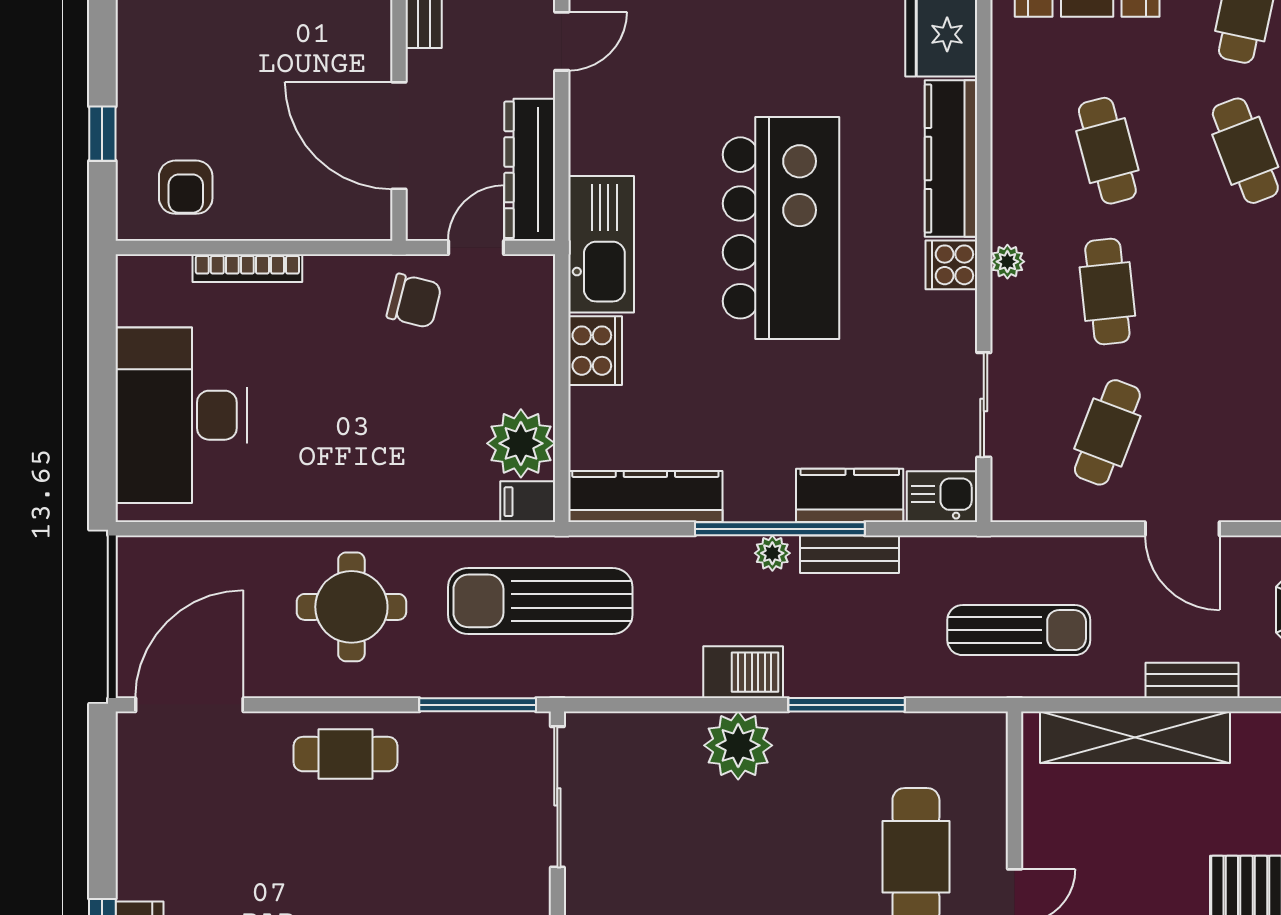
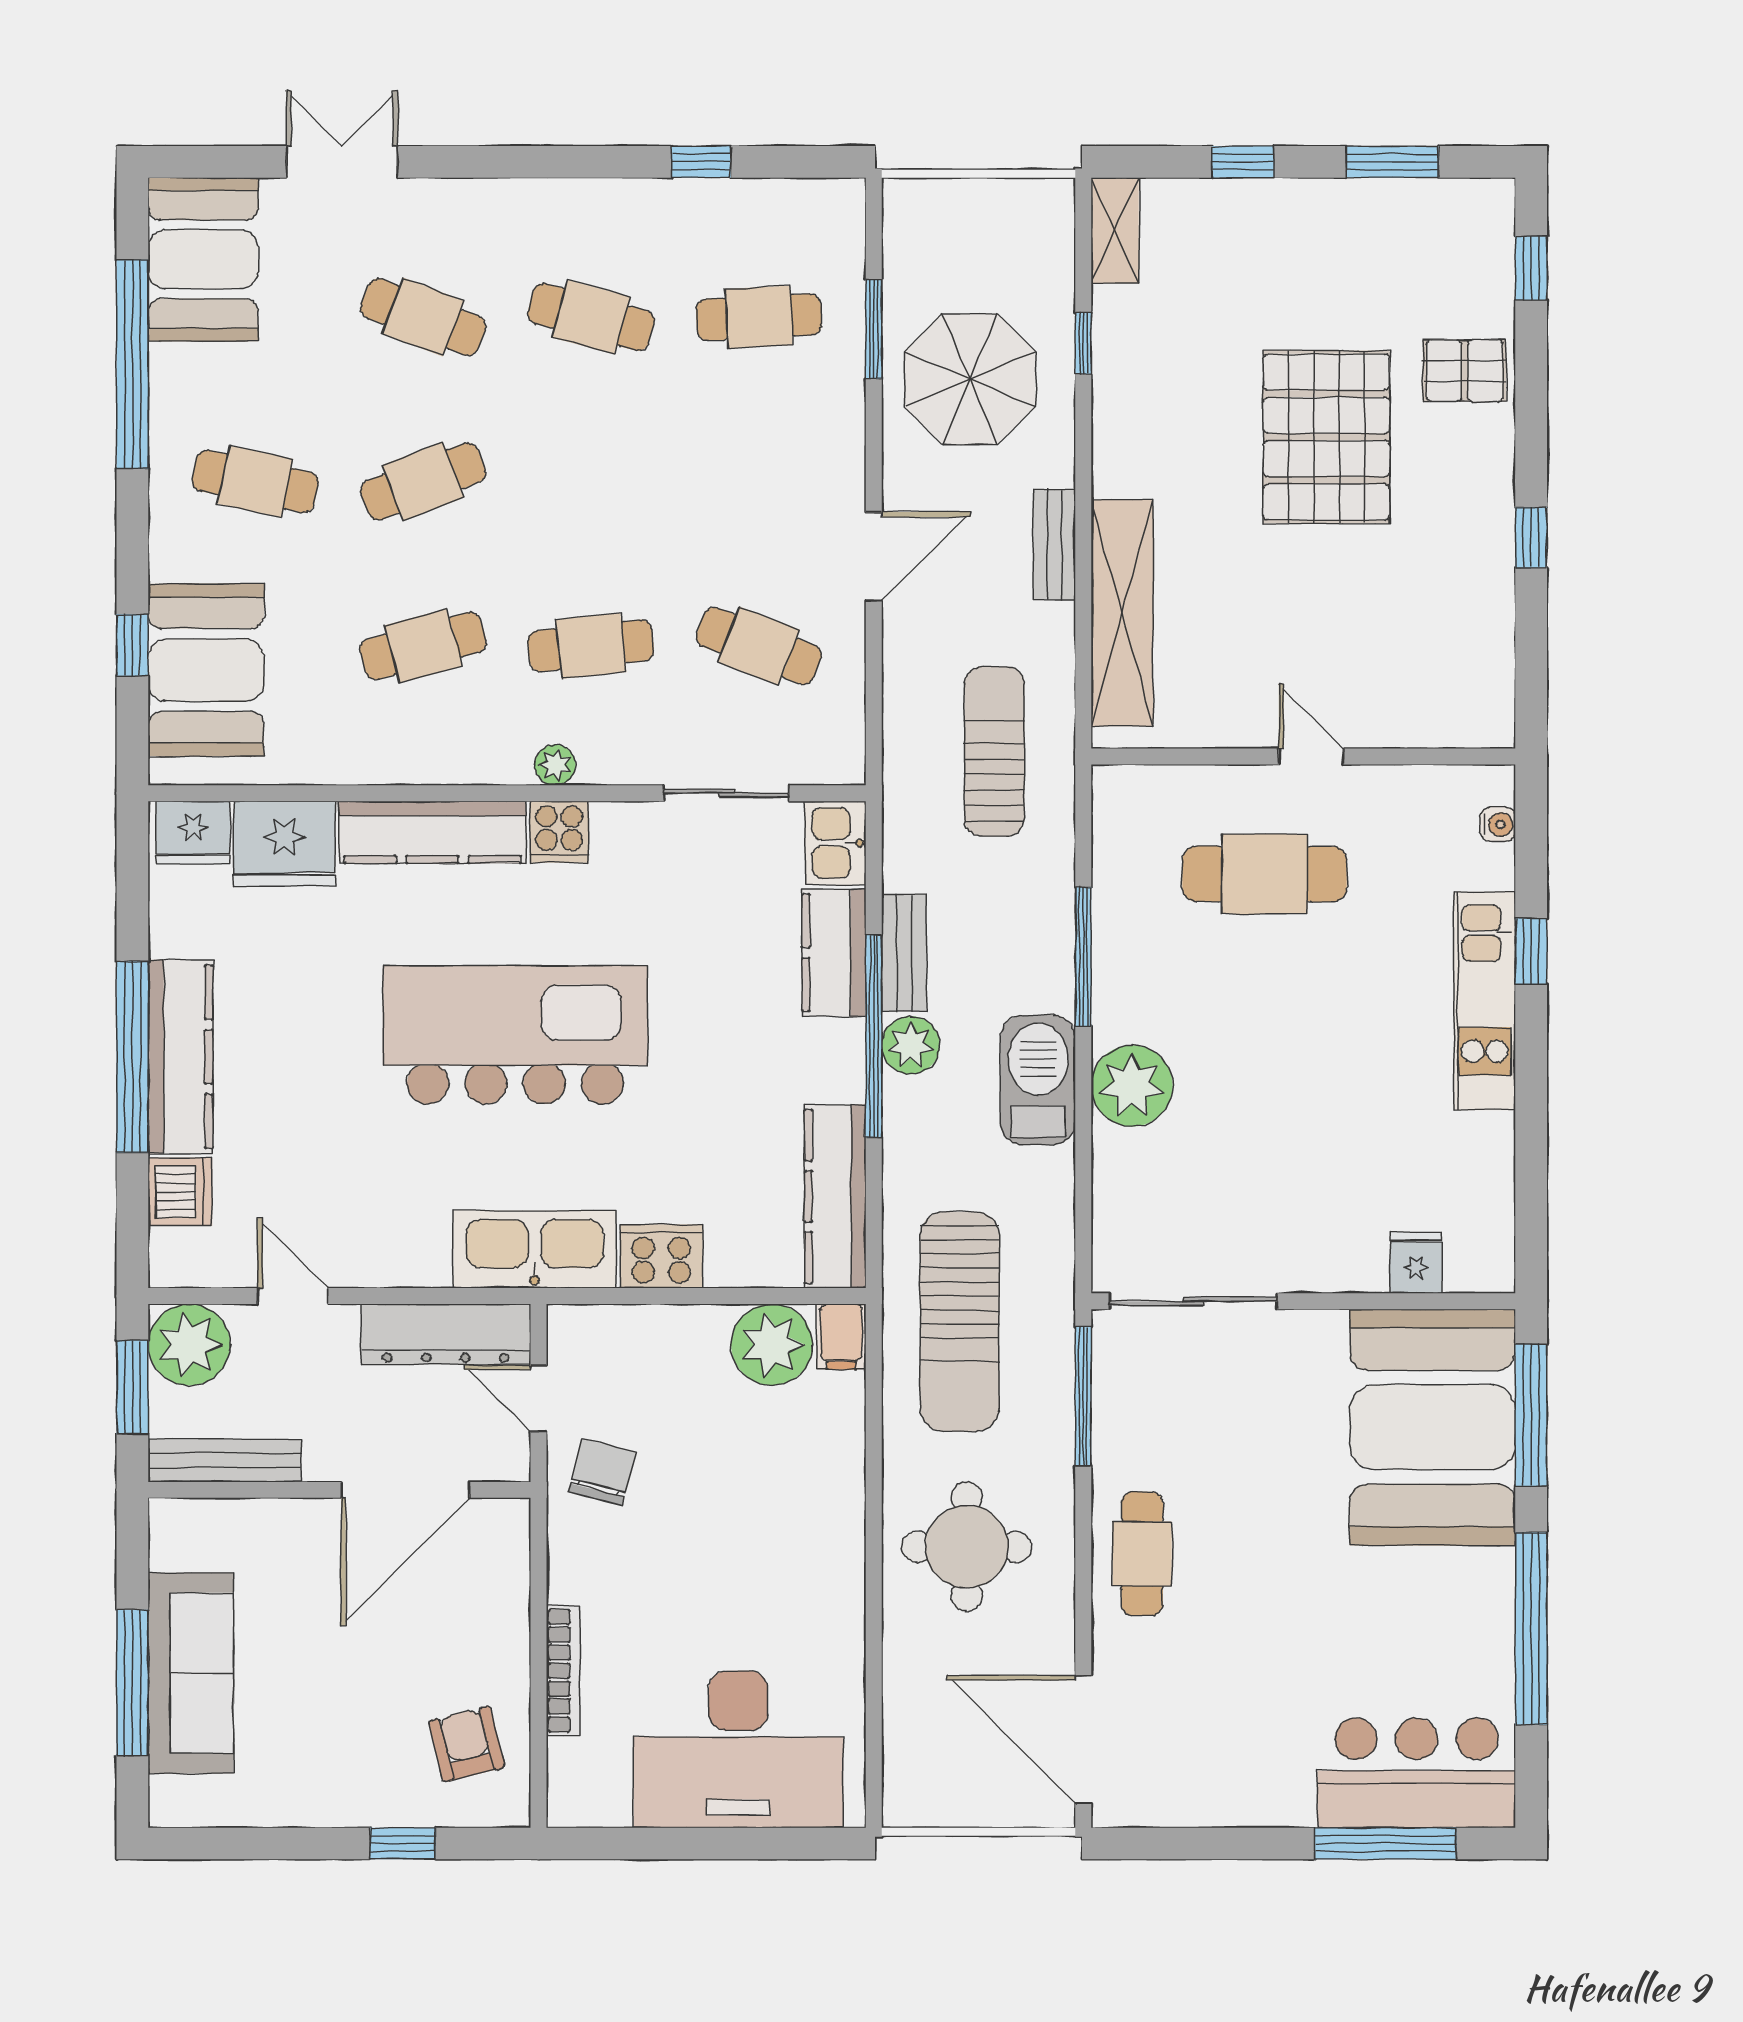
armchair: (186, 187) -> (467, 1744), turned -104
plant: (772, 553) -> (911, 1045), width x1.38, depth x1.38
barbecue: (743, 672) -> (1038, 1080), width x1.37, depth x1.21

